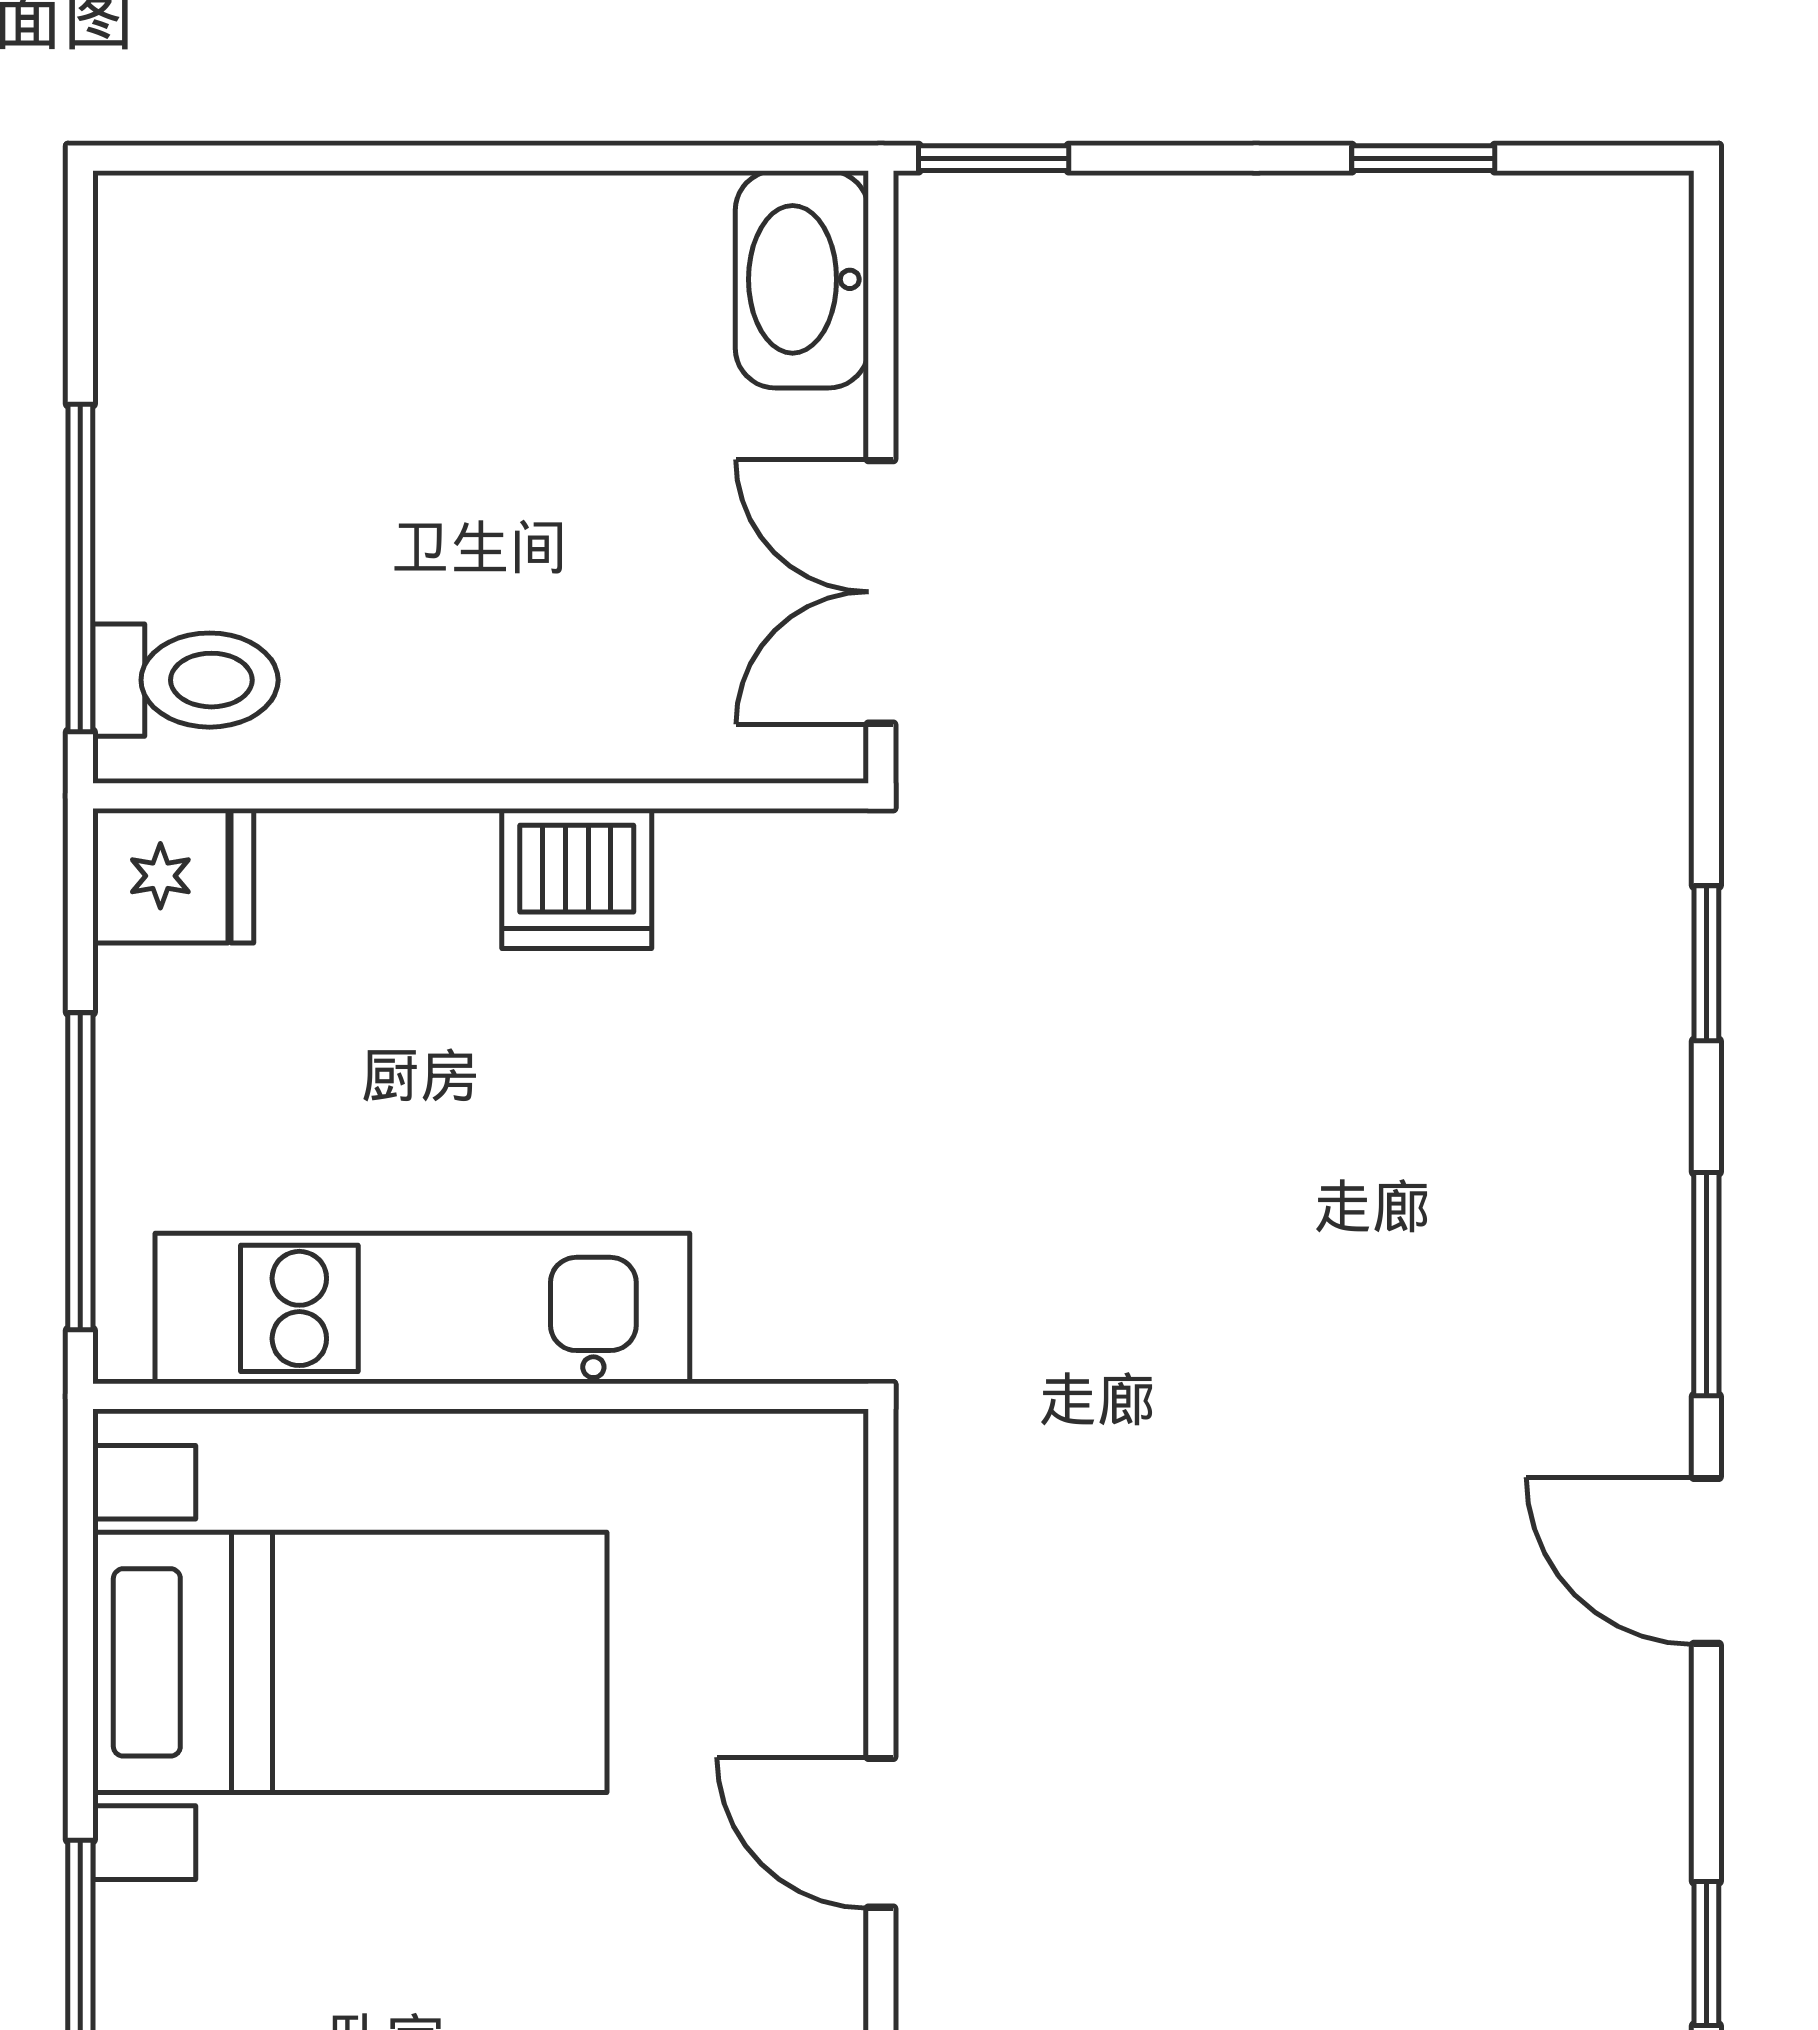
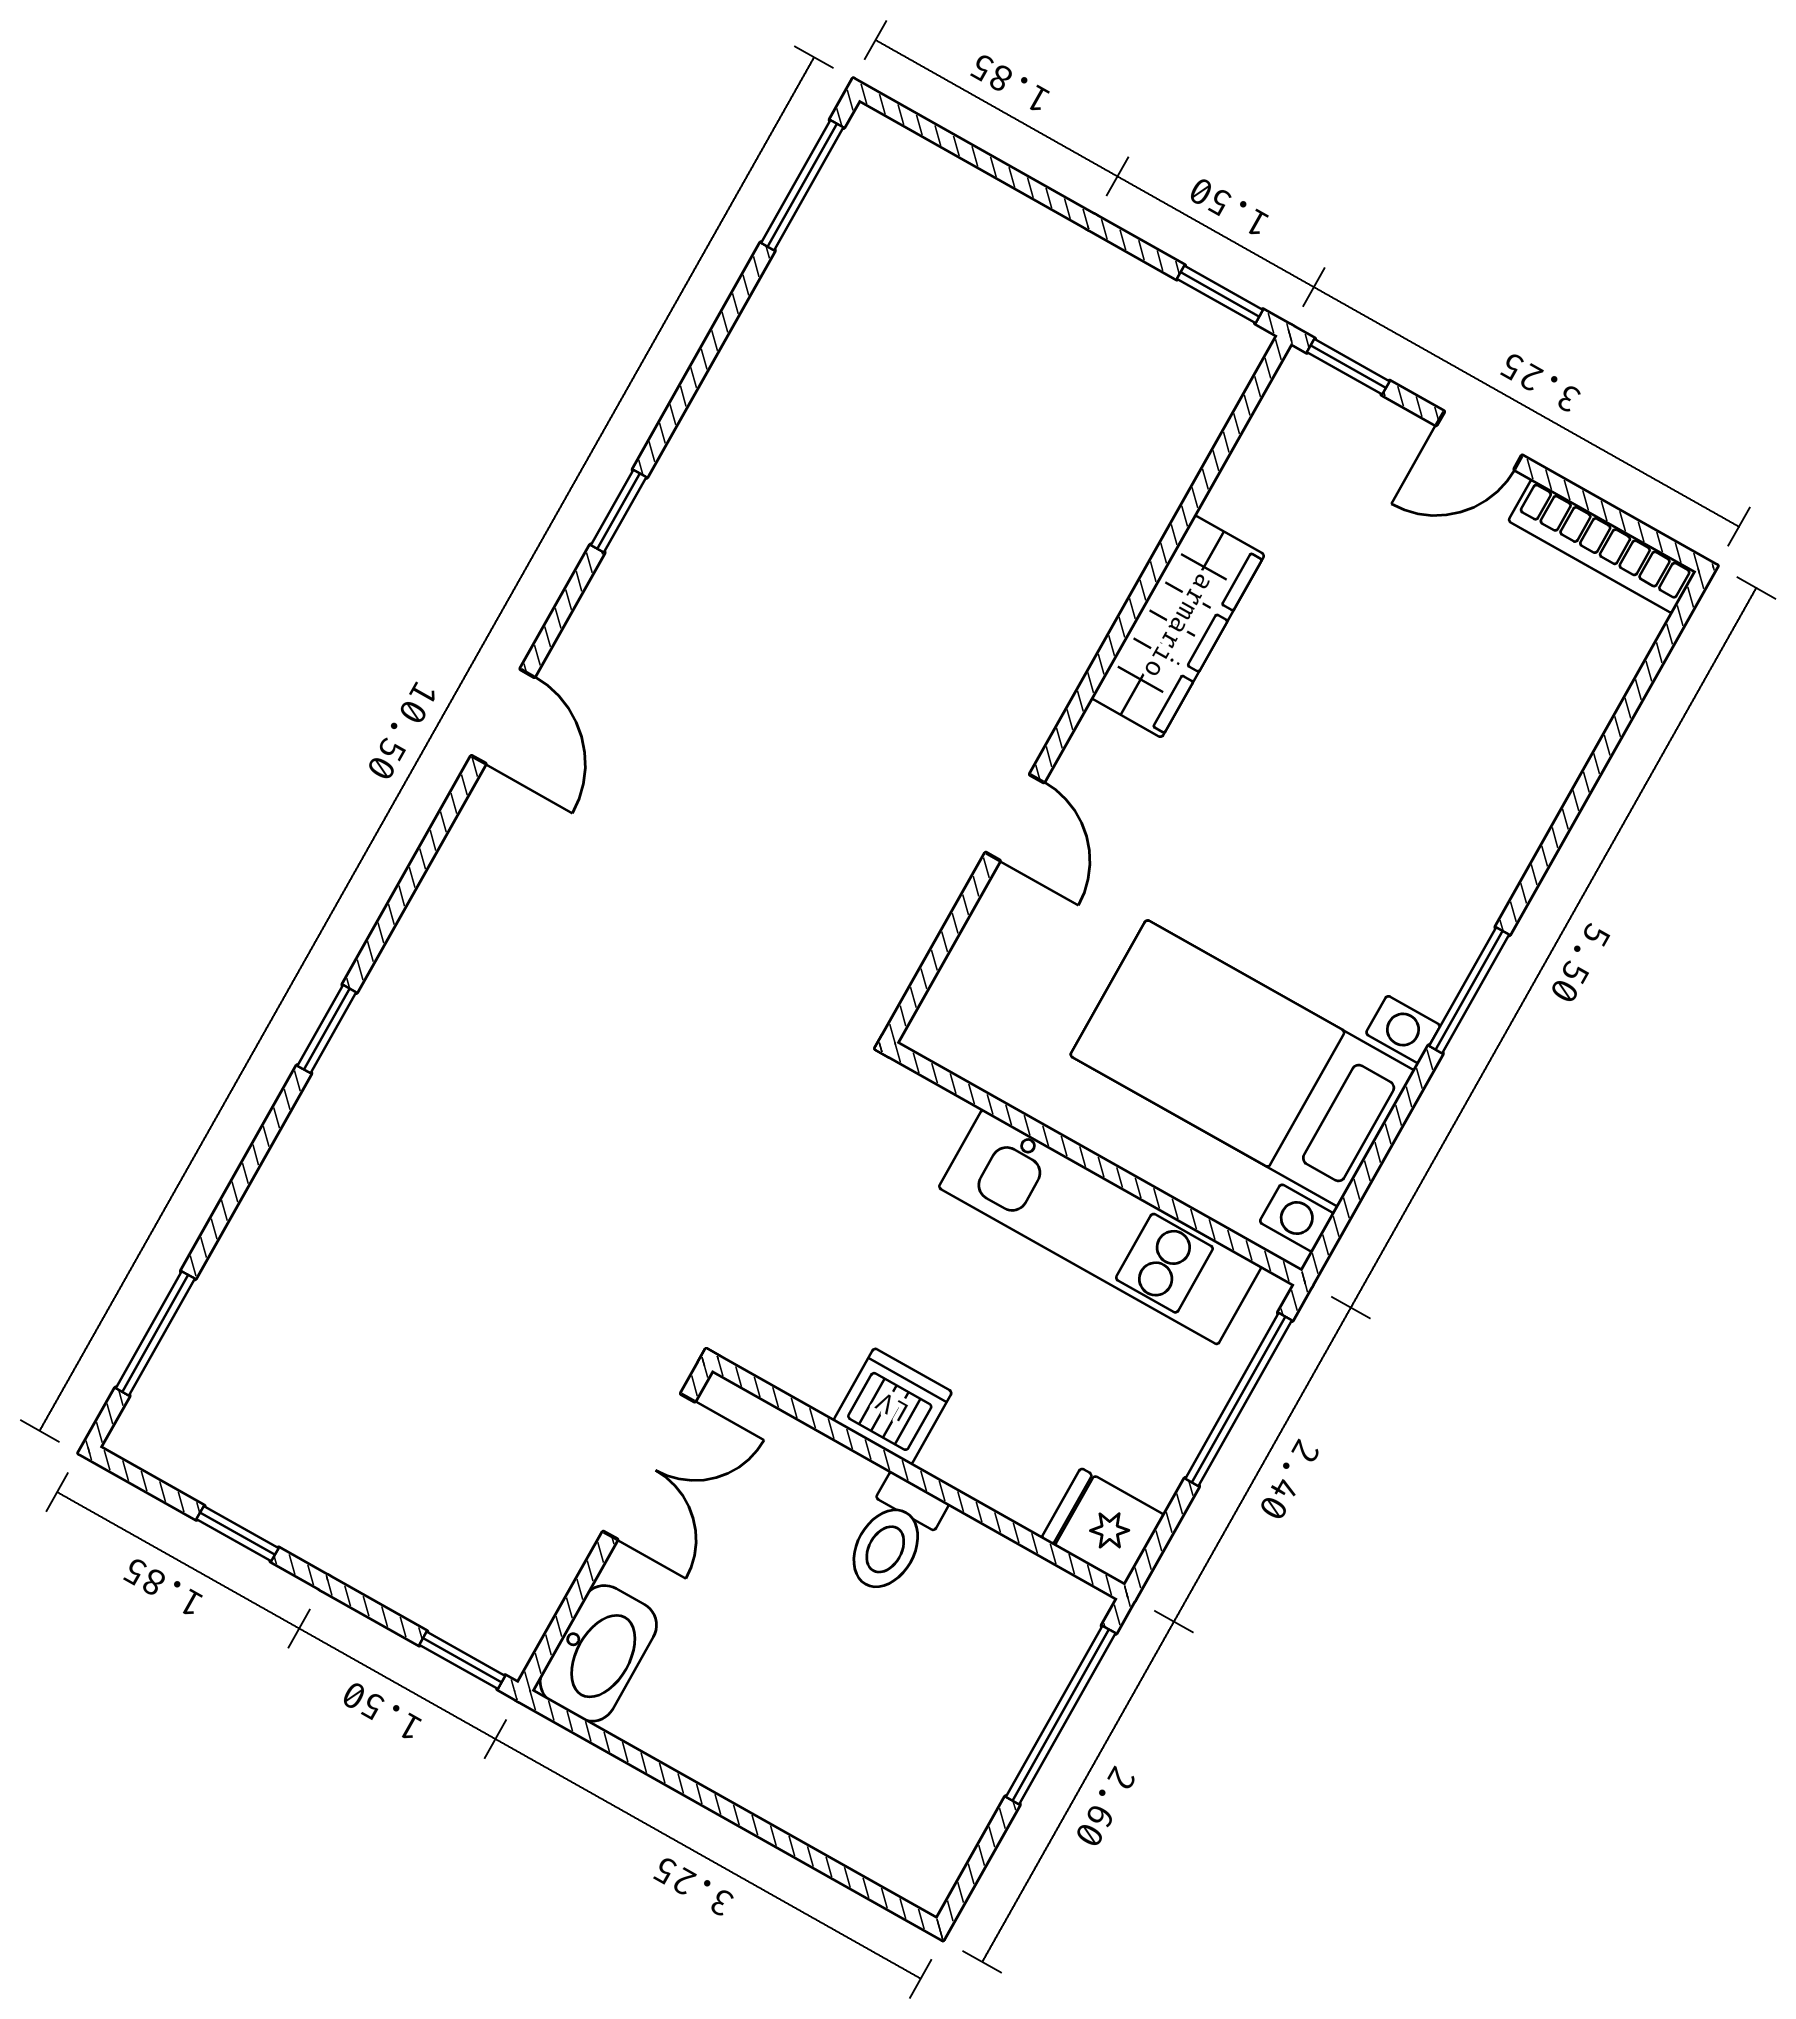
toilet: (185, 680) -> (893, 1536), moved, turned -90
window: (1706, 1284) -> (155, 1333), moved

